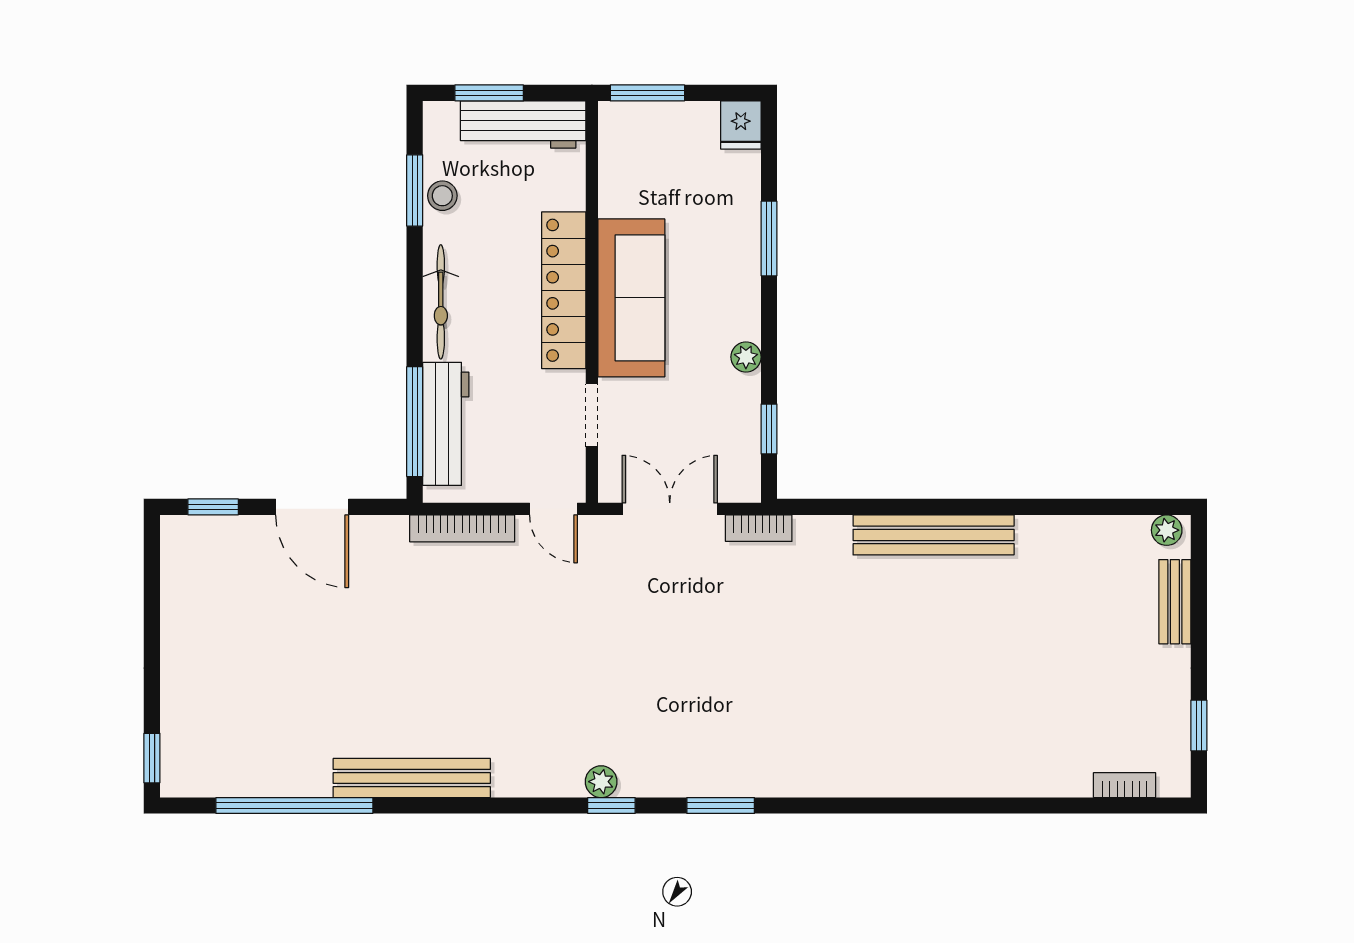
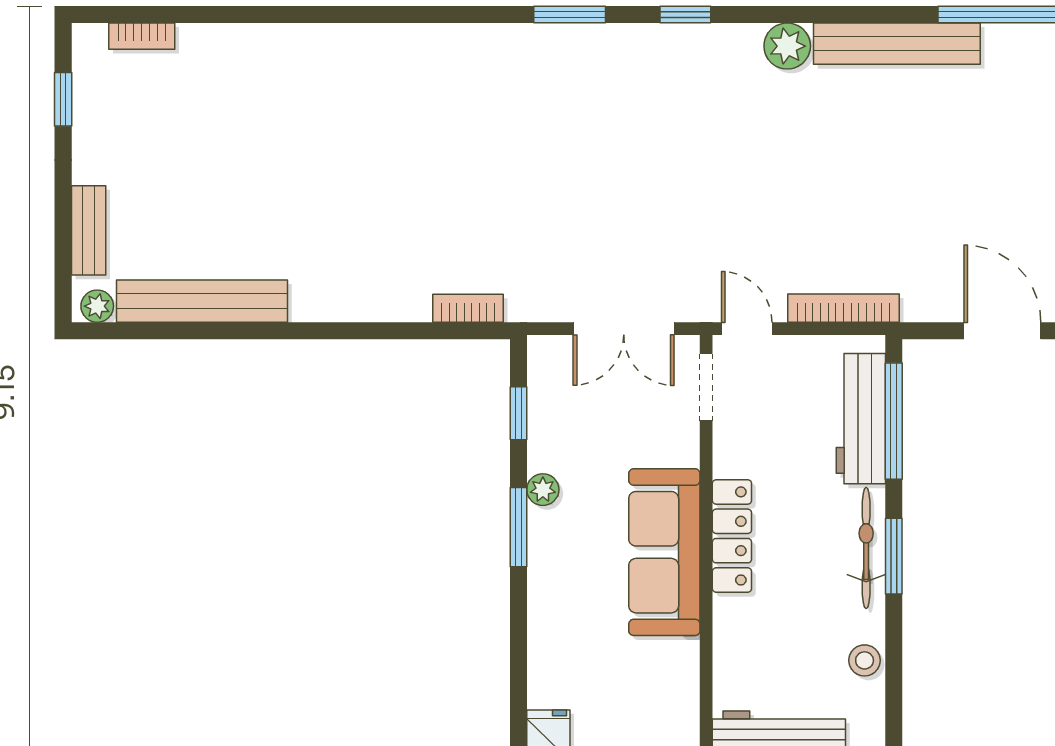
window: (415, 190) -> (894, 556), moved
window: (769, 238) -> (518, 527), moved
locker: (564, 290) -> (732, 536), width x0.71, depth x0.83
doorway: (592, 415) -> (706, 387), moved
bookcase: (759, 528) -> (468, 308), moved
bench: (934, 535) -> (202, 301), moved
plant: (601, 782) -> (787, 46), moved, width x1.38, depth x1.38

